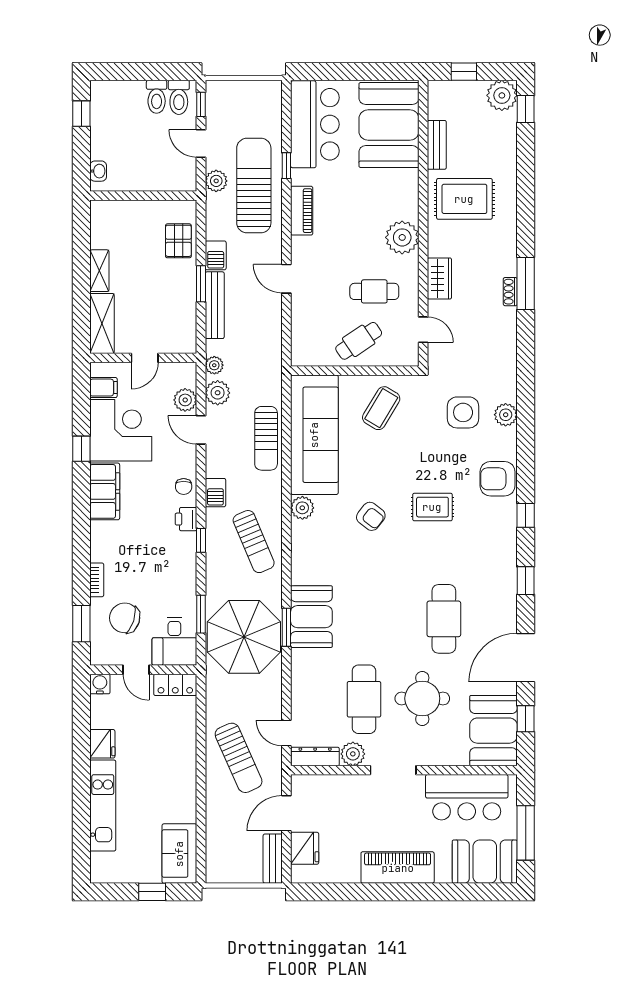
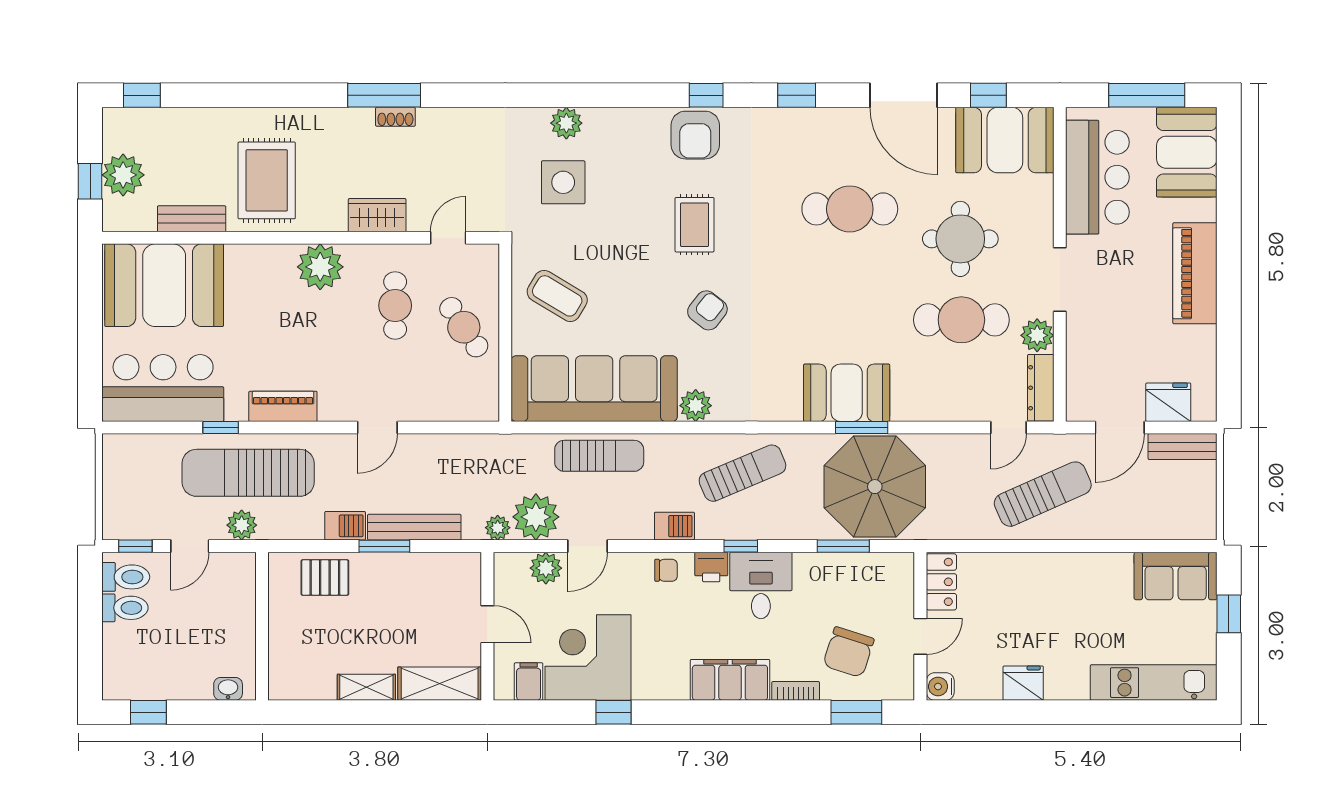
plant: (502, 95) -> (123, 175), moved
plant: (218, 393) -> (536, 517), width x1.36, depth x1.36
armchair: (497, 479) -> (695, 135), moved
filing cabinet: (105, 491) -> (730, 680), moved
desk: (174, 641) -> (761, 585), moved, turned -90
kitchen unit: (103, 806) -> (1154, 683), moved
door: (286, 813) -> (1120, 428), hinge flipped

